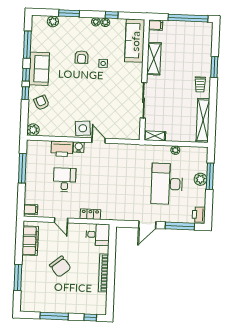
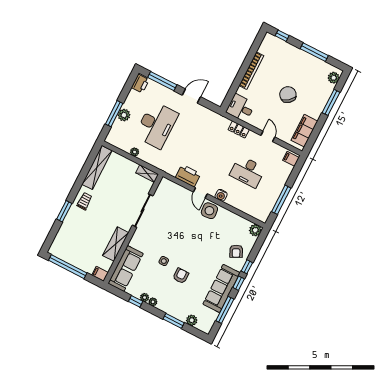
sofa: (39, 69) -> (221, 288), width x1.36
printer: (62, 149) -> (188, 176), moved
desk: (65, 180) -> (248, 172), width x1.37
plant: (26, 301) -> (334, 78), added

